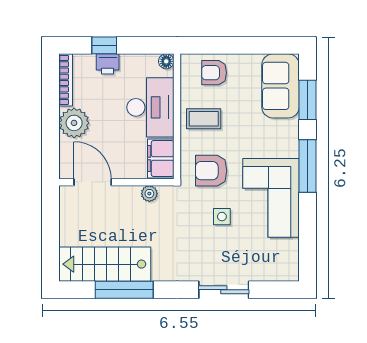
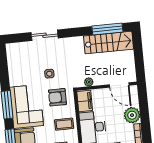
armchair: (211, 171) -> (57, 97), turned 180
corner sofa: (271, 198) -> (27, 106), moved
window: (124, 290) -> (107, 29), moved

